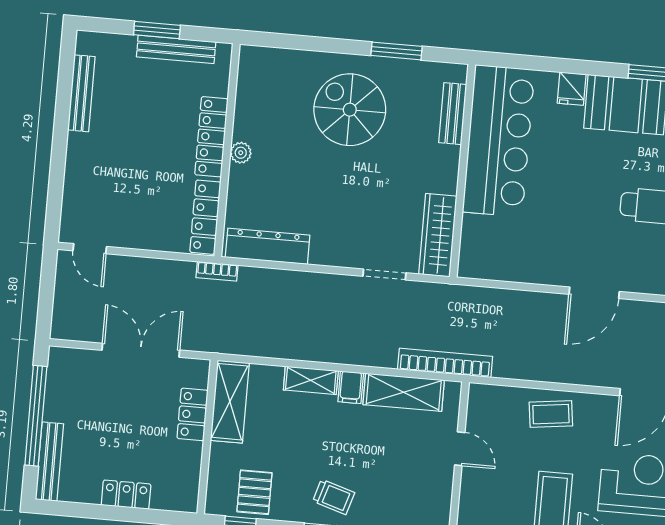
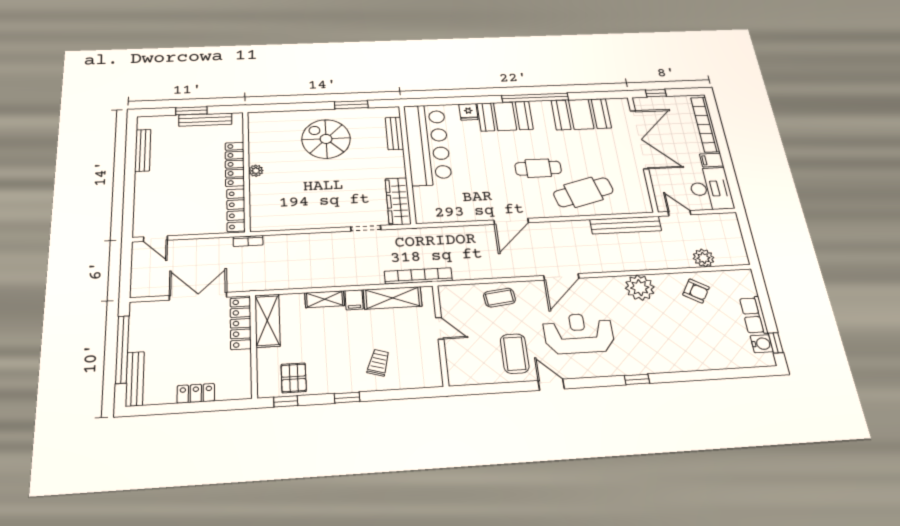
dresser: (268, 246) -> (282, 222), removed
locker: (192, 414) -> (241, 323), width x1.53
trolley: (334, 497) -> (378, 363), moved, turned -90

